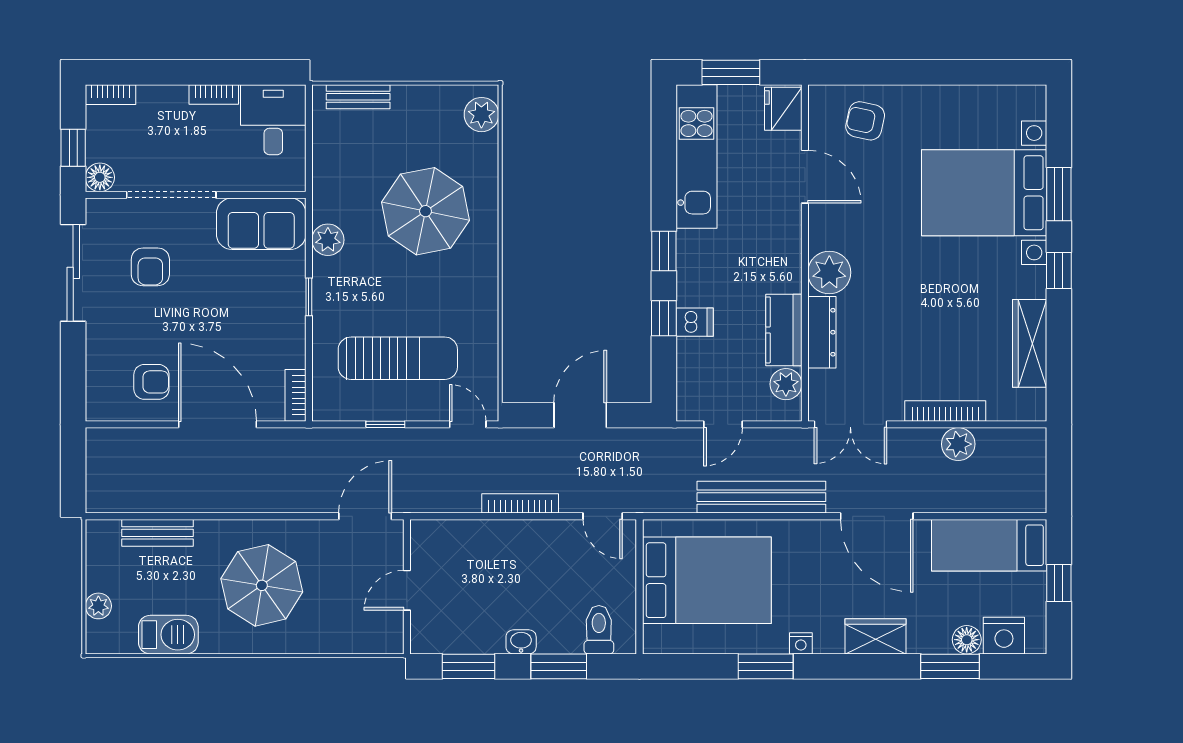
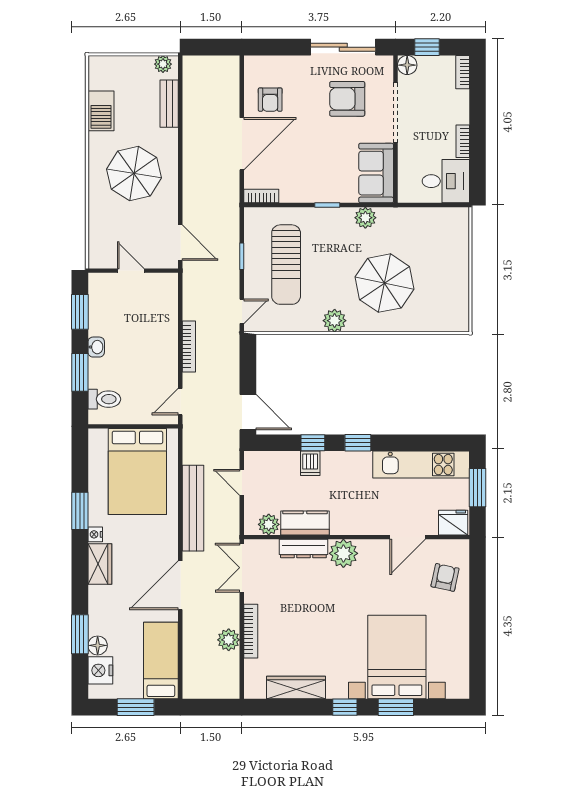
bench: (358, 97) -> (461, 238), removed
plant: (481, 115) -> (335, 321), moved
armchair: (150, 267) -> (347, 99), width x1.38, depth x1.38
door: (580, 415) -> (248, 412), moved
window: (1059, 583) -> (136, 707), width x1.50
plant: (98, 606) -> (163, 64), moved
wardrobe: (876, 636) -> (100, 564), moved

